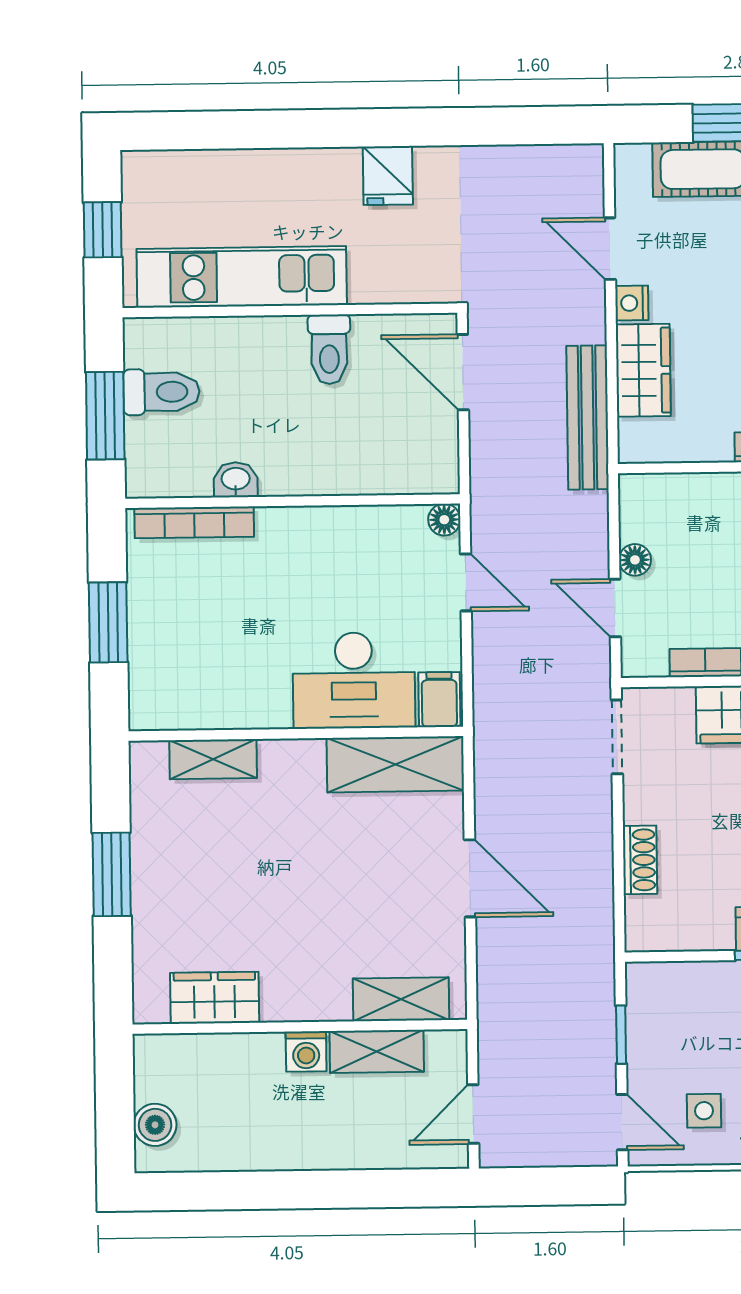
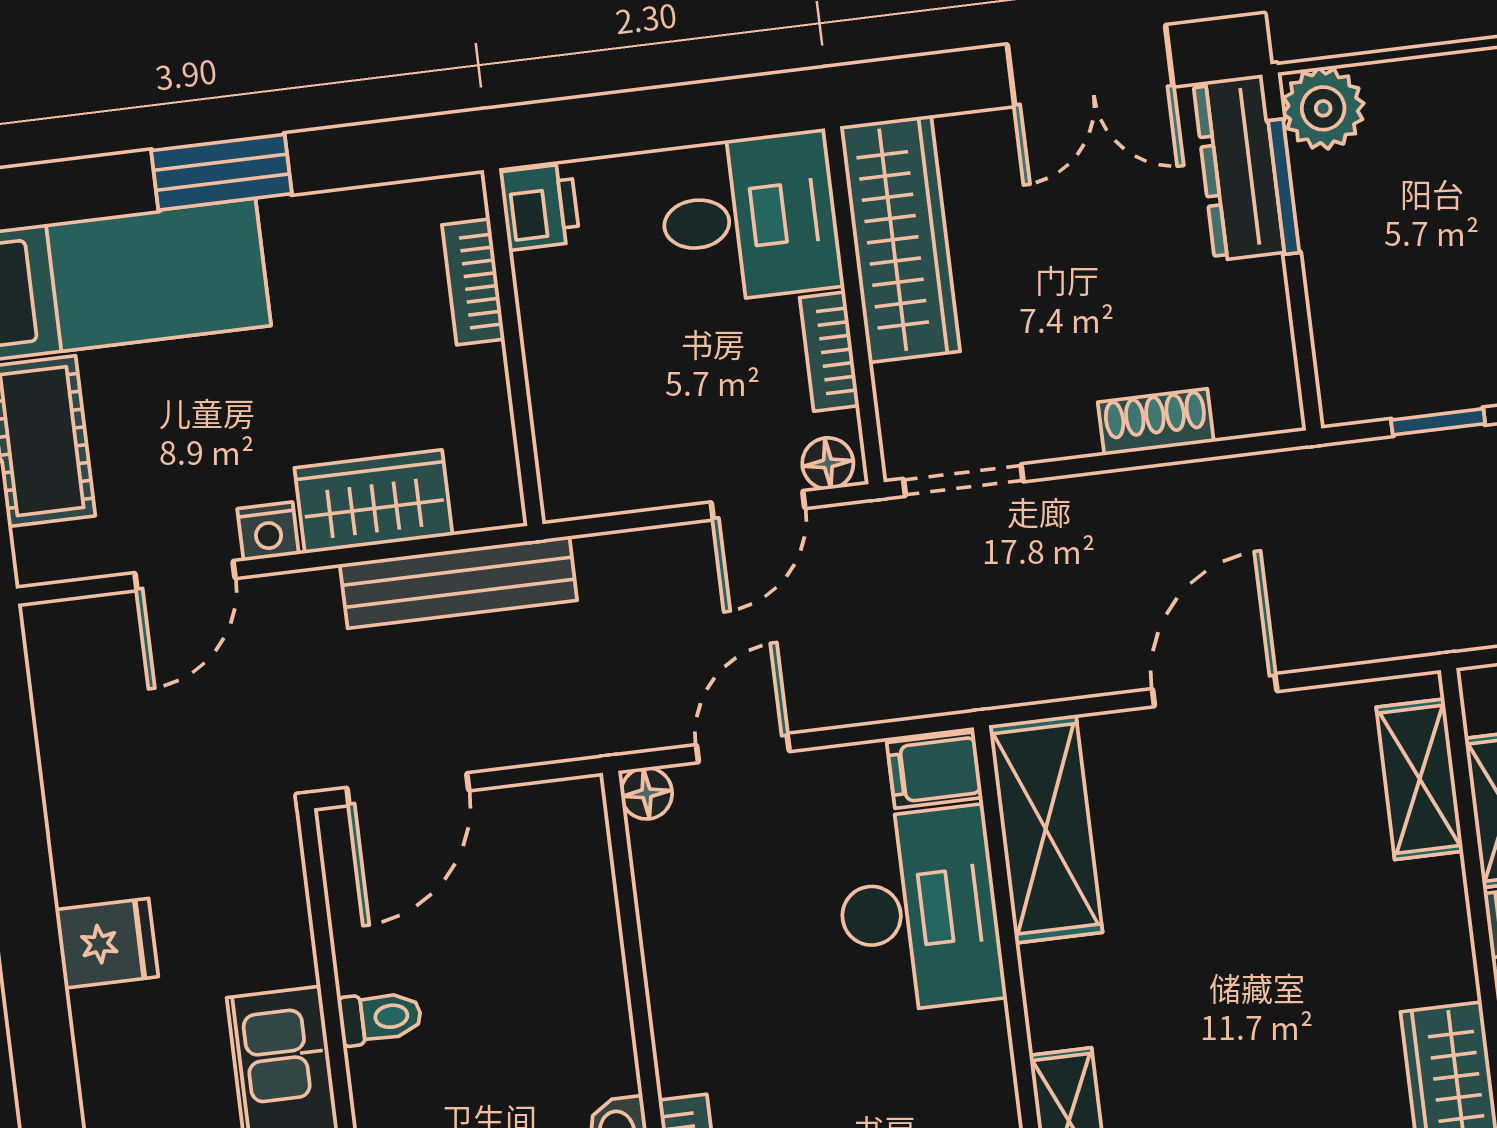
toilet: (329, 349) -> (380, 1018), width x0.73, depth x0.72
floor lamp: (635, 560) -> (828, 463), moved

